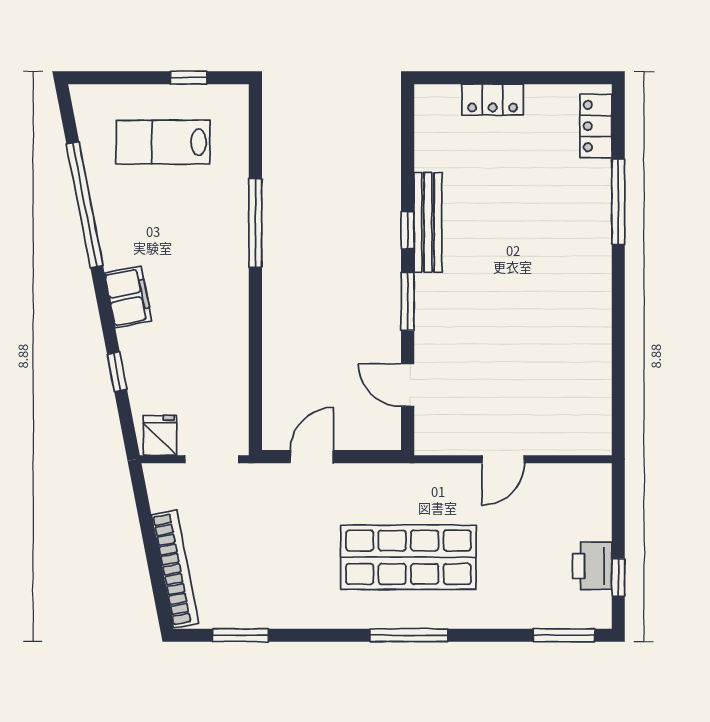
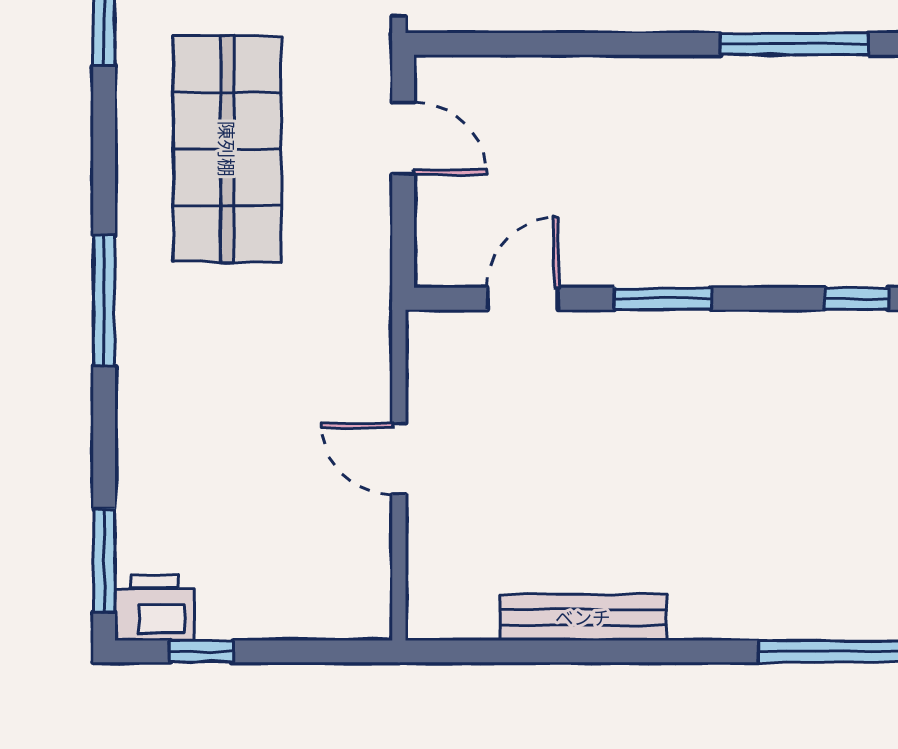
bench: (428, 222) -> (583, 617), moved
window: (408, 230) -> (857, 299), moved
shop shelf: (408, 557) -> (227, 149), moved
printer: (592, 566) -> (155, 608), moved

